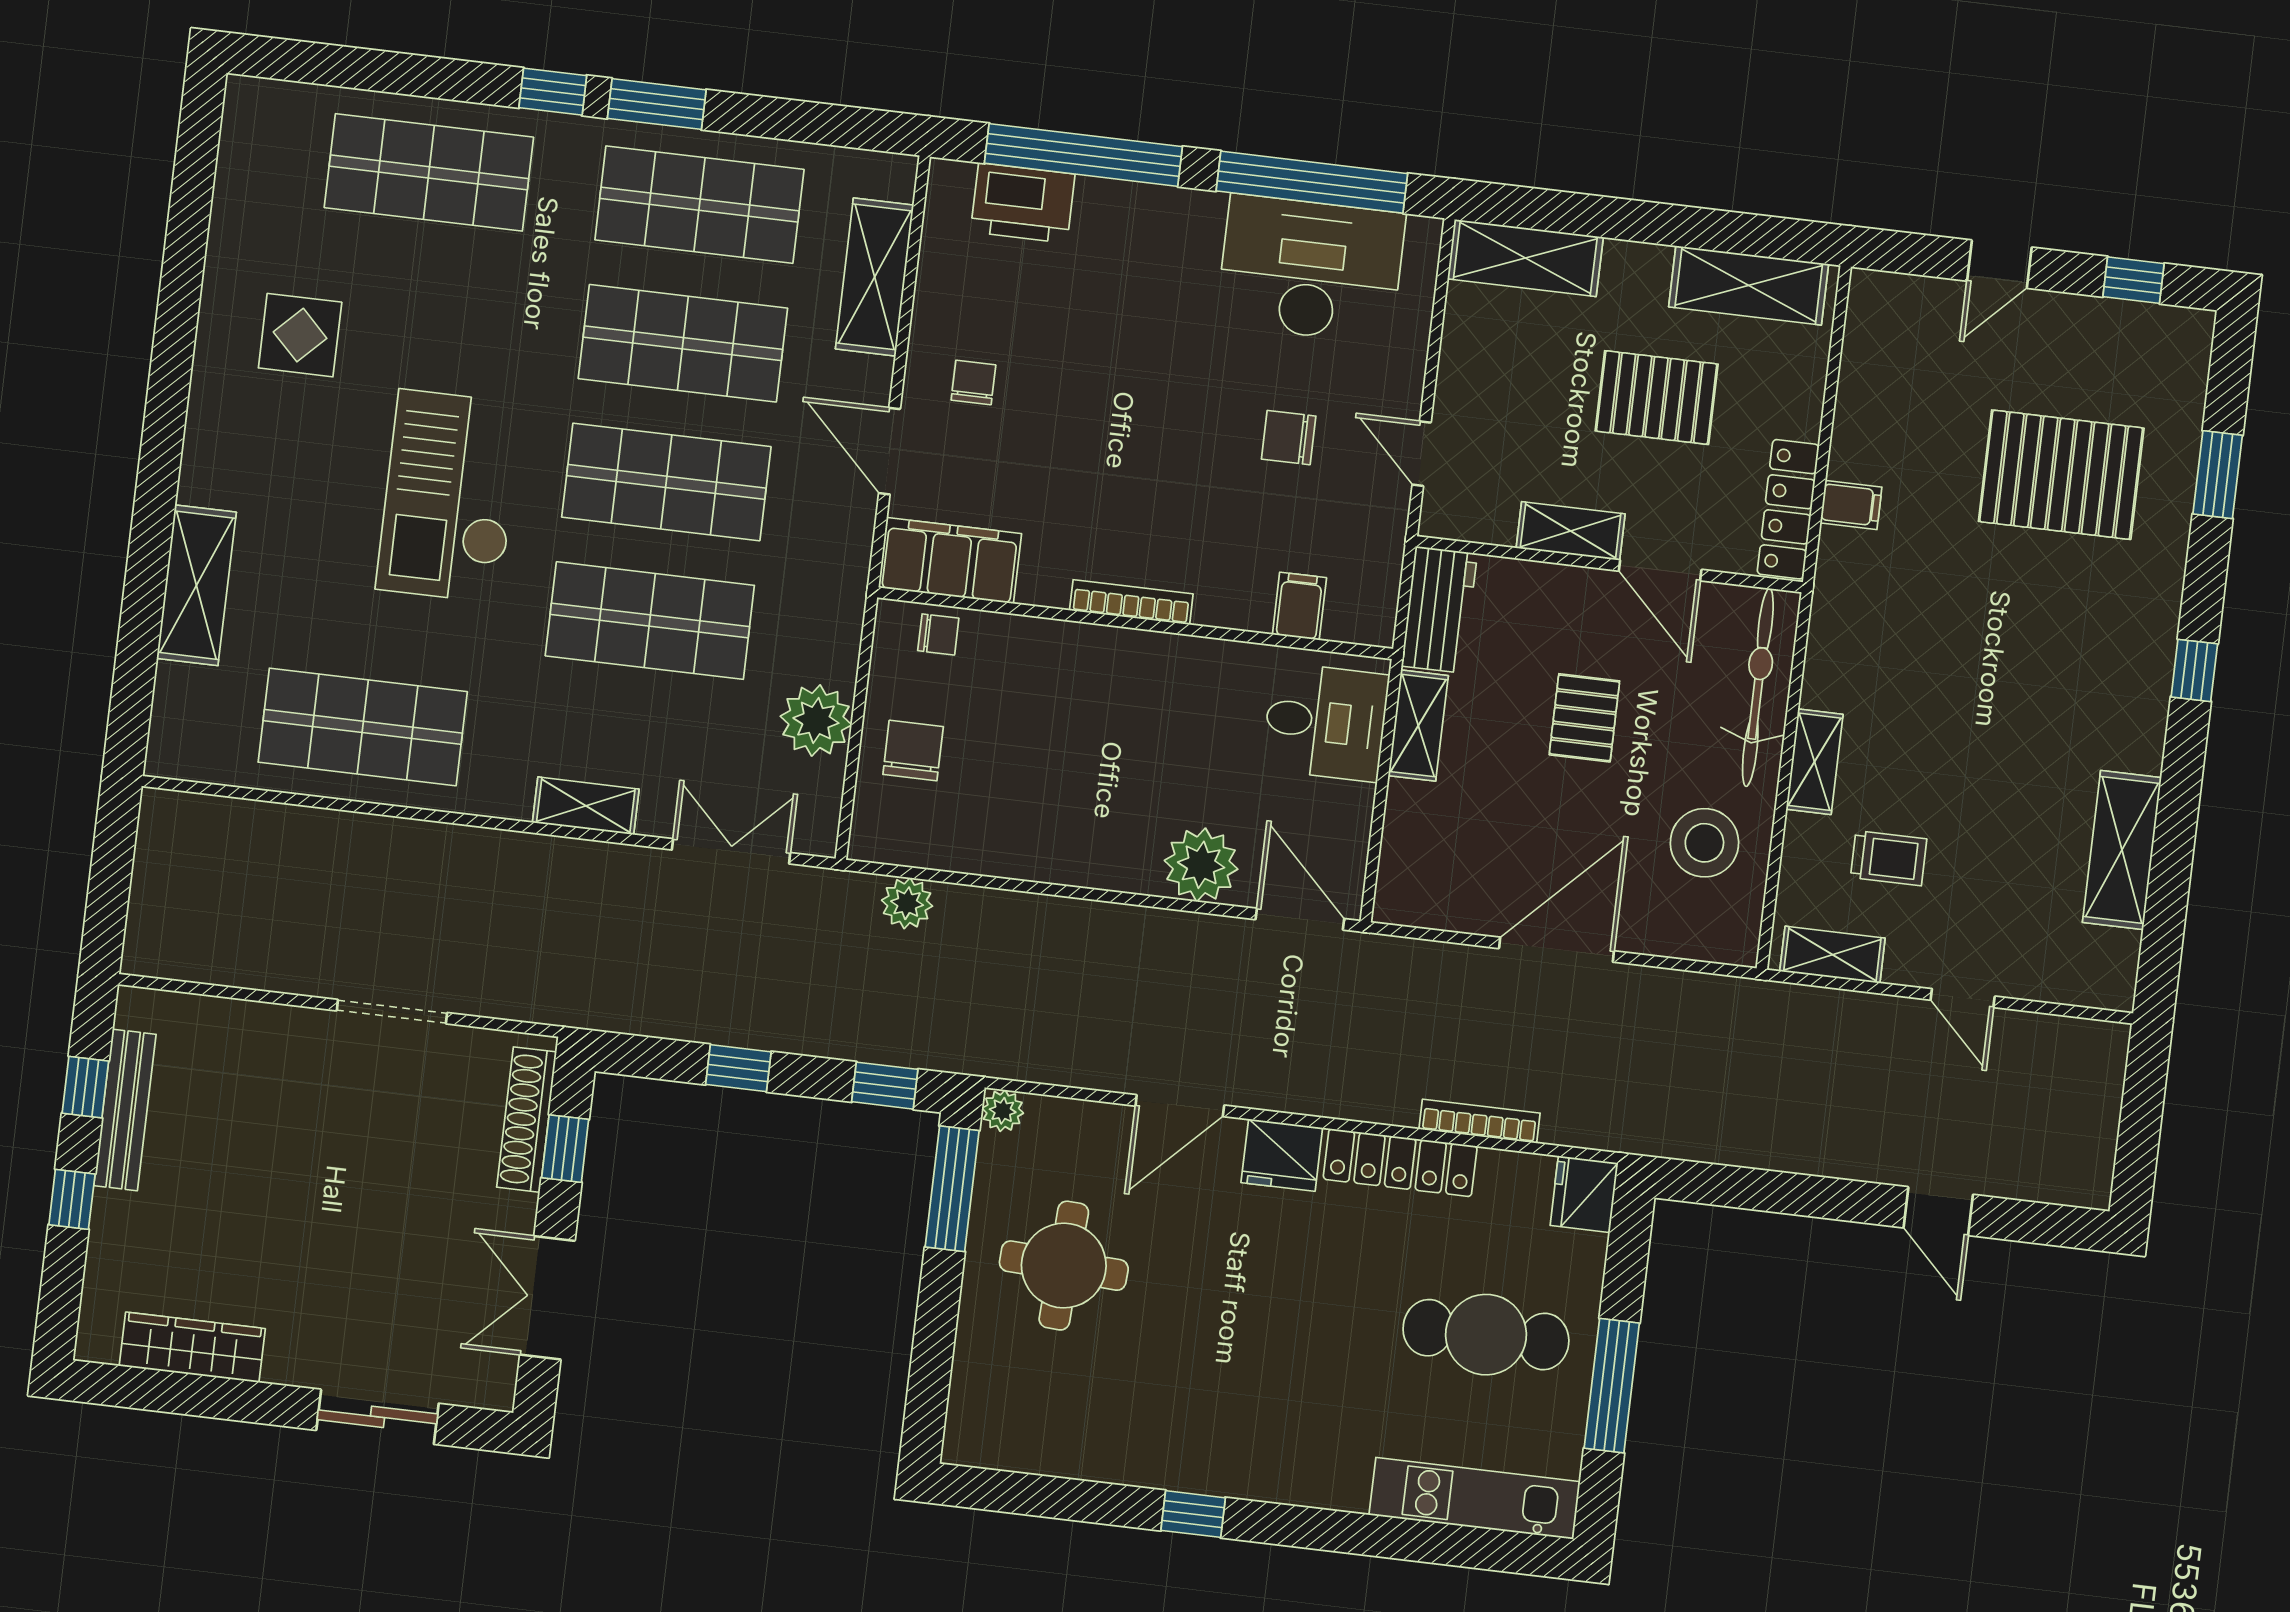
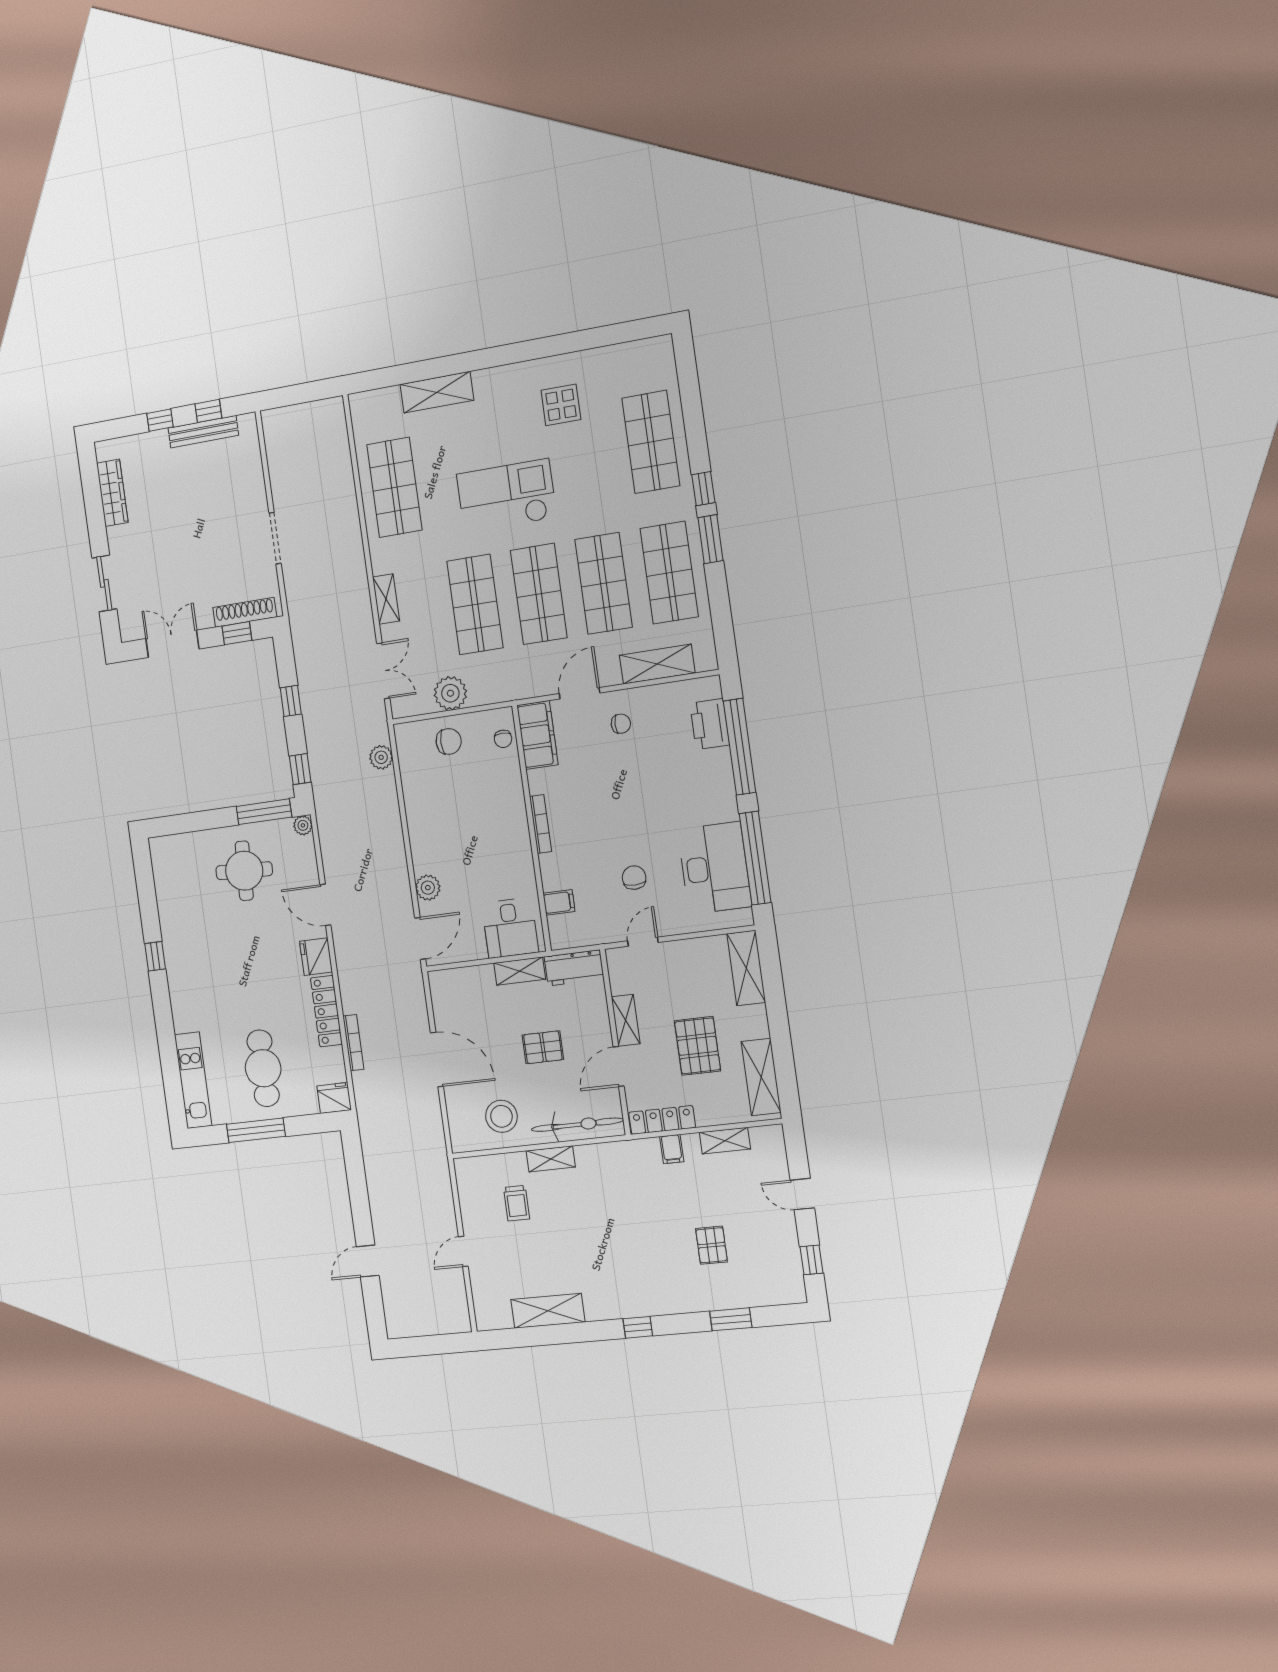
pallet: (2061, 475) -> (711, 1245), width x0.49, depth x0.50
plant: (1201, 865) -> (428, 888), width x0.73, depth x0.73
shelving: (1832, 955) -> (725, 1141), moved, turned 90

